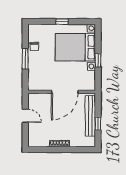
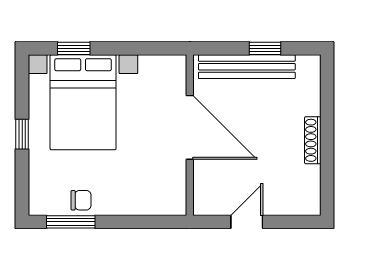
window: (25, 59) -> (71, 222), moved
window: (98, 60) -> (74, 48), moved

